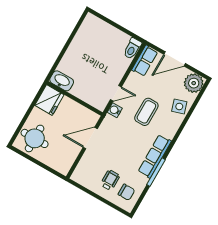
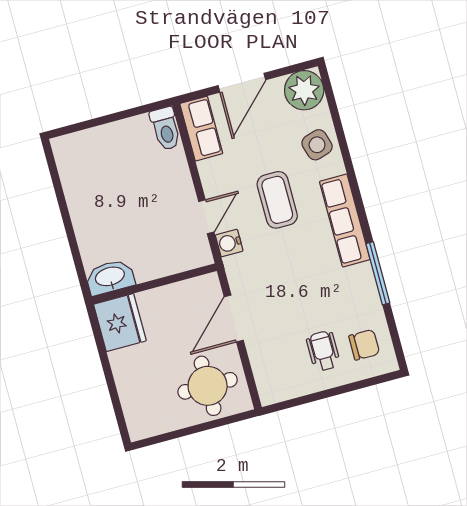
round table: (35, 138) -> (208, 386), moved
row of seats: (155, 156) -> (345, 220), moved

